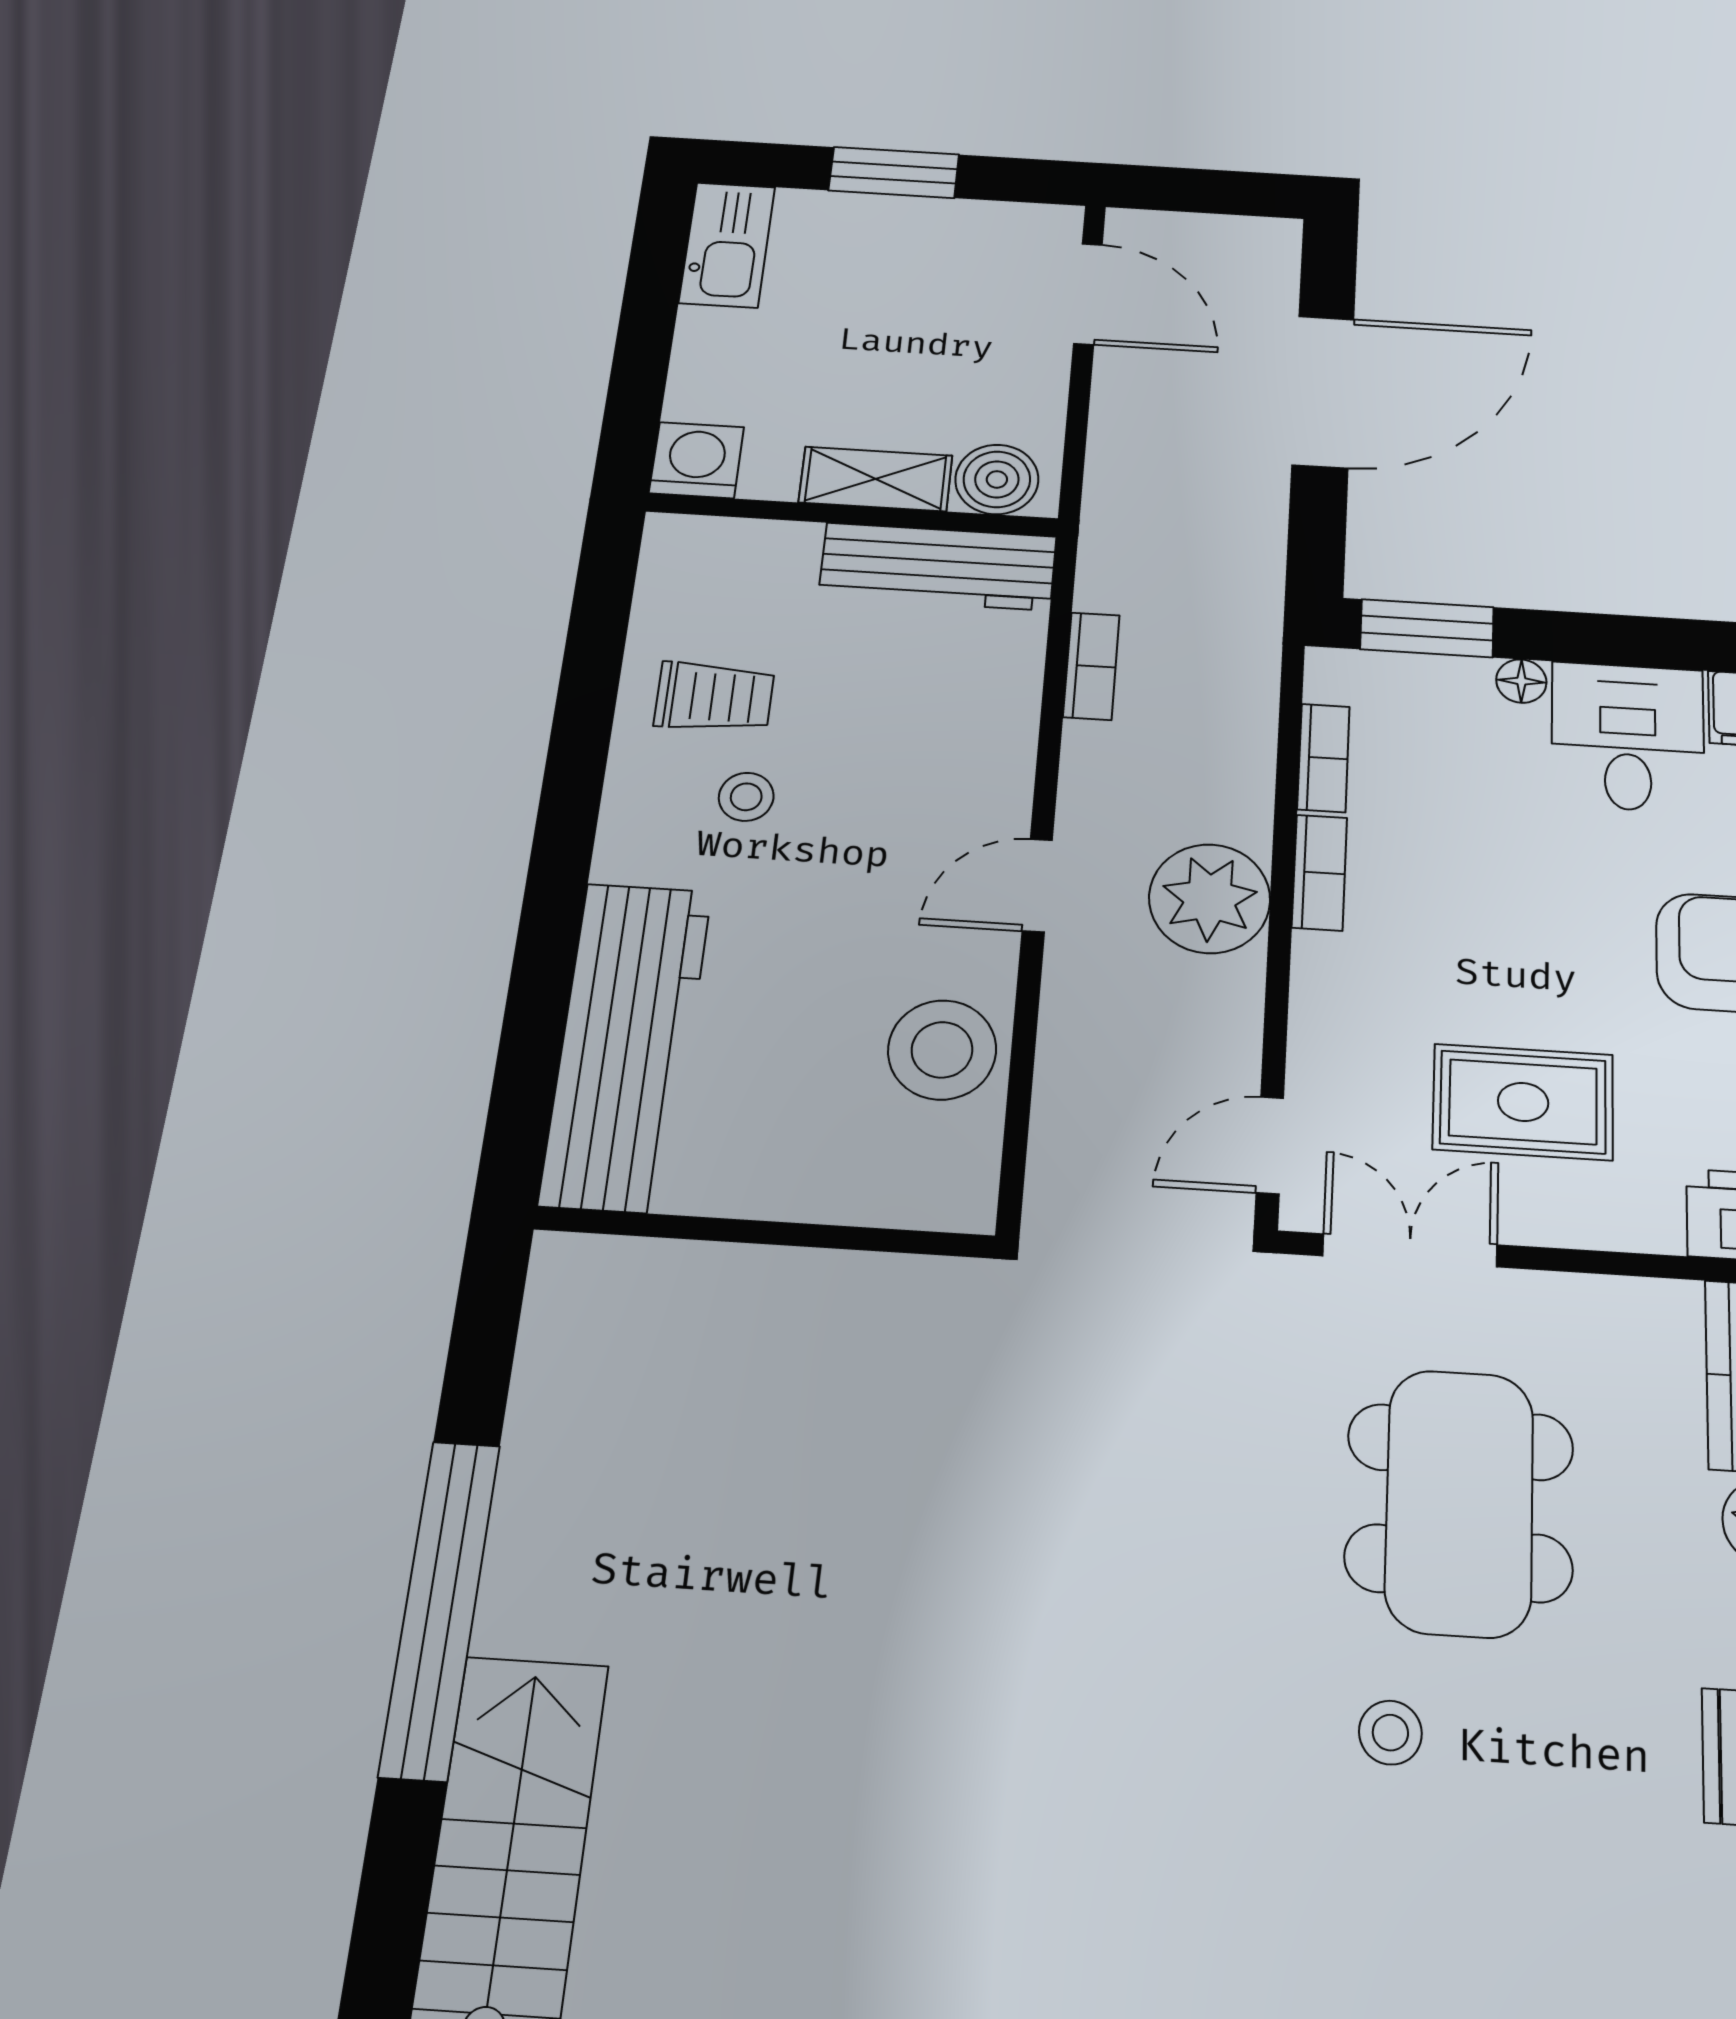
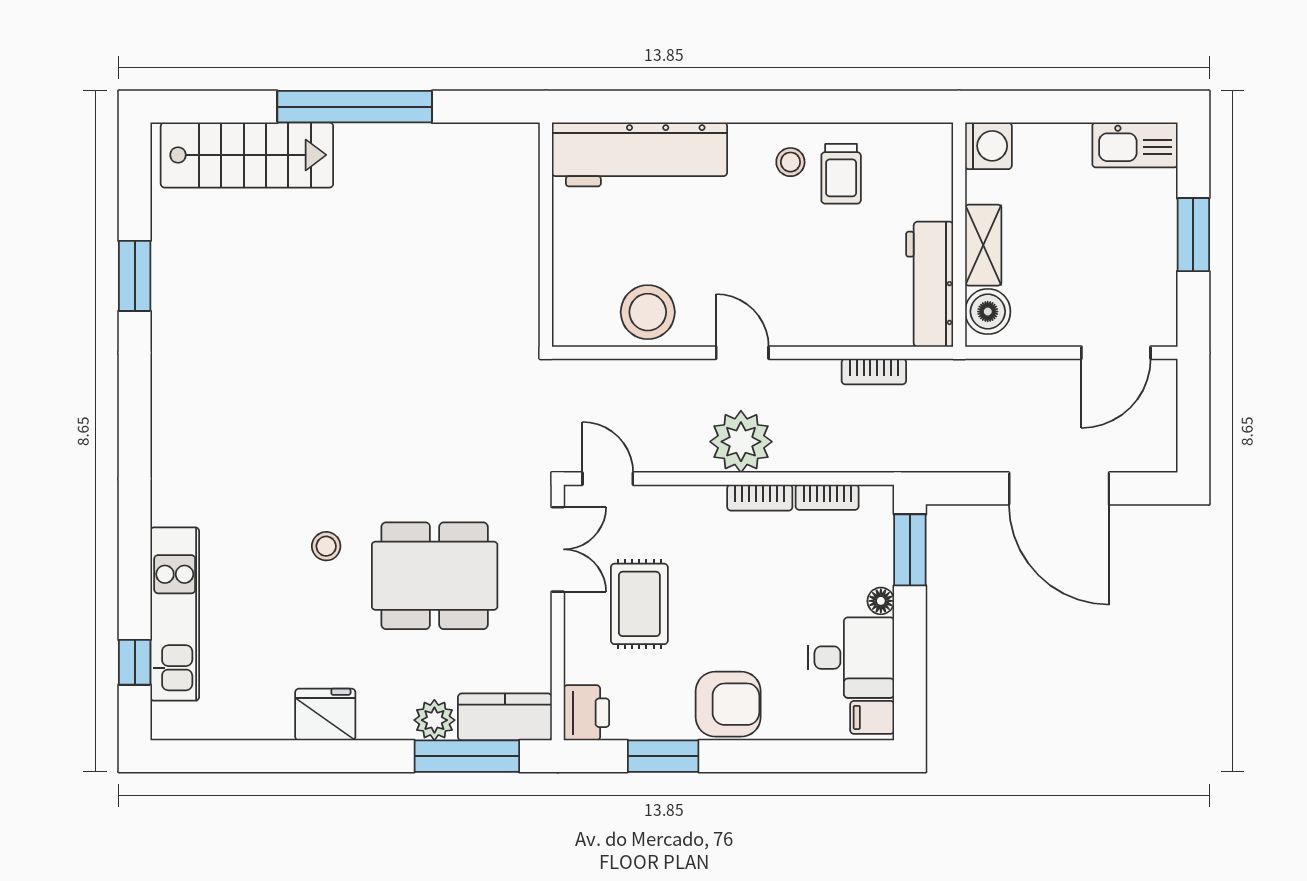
stool: (746, 797) -> (790, 162), moved

